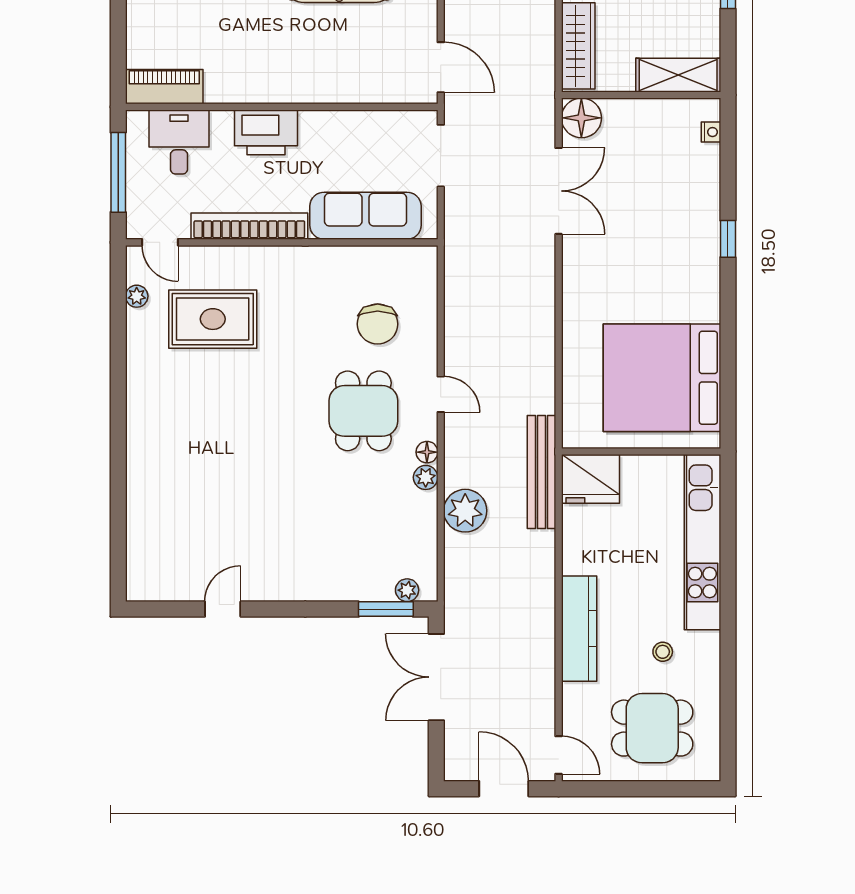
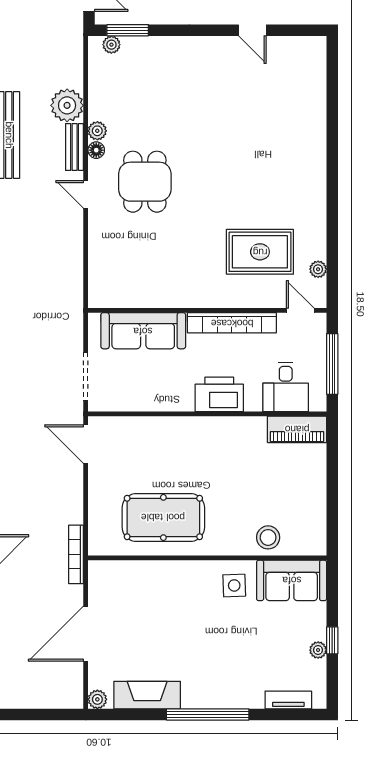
chair: (378, 324) -> (134, 248), removed
bench: (455, 456) -> (75, 147), added
door: (223, 609) -> (252, 30), hinge flipped

